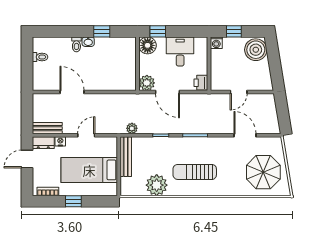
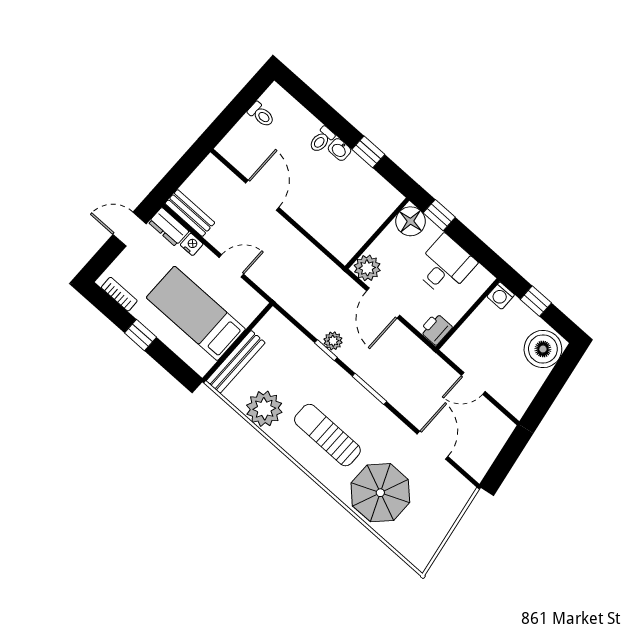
plant: (132, 128) -> (333, 341), moved
bench: (126, 157) -> (236, 362), moved
parasol: (263, 172) -> (380, 493), moved

